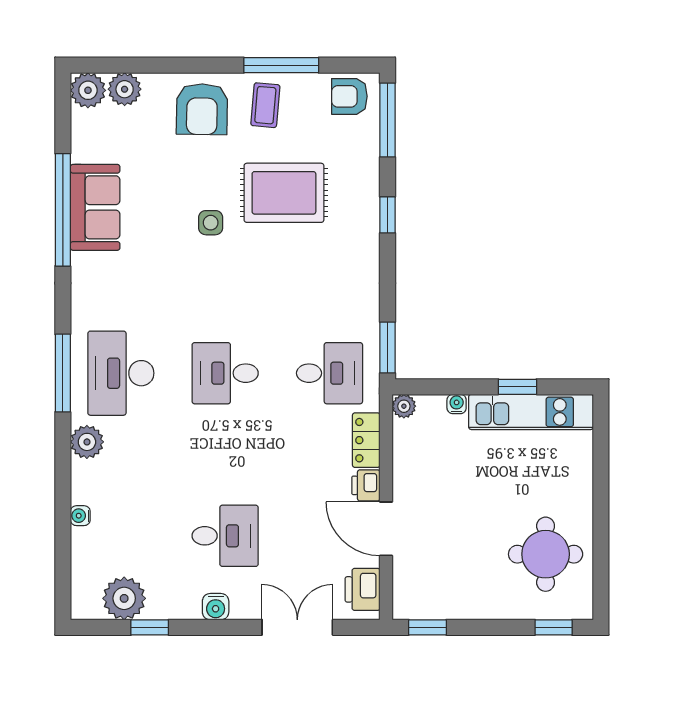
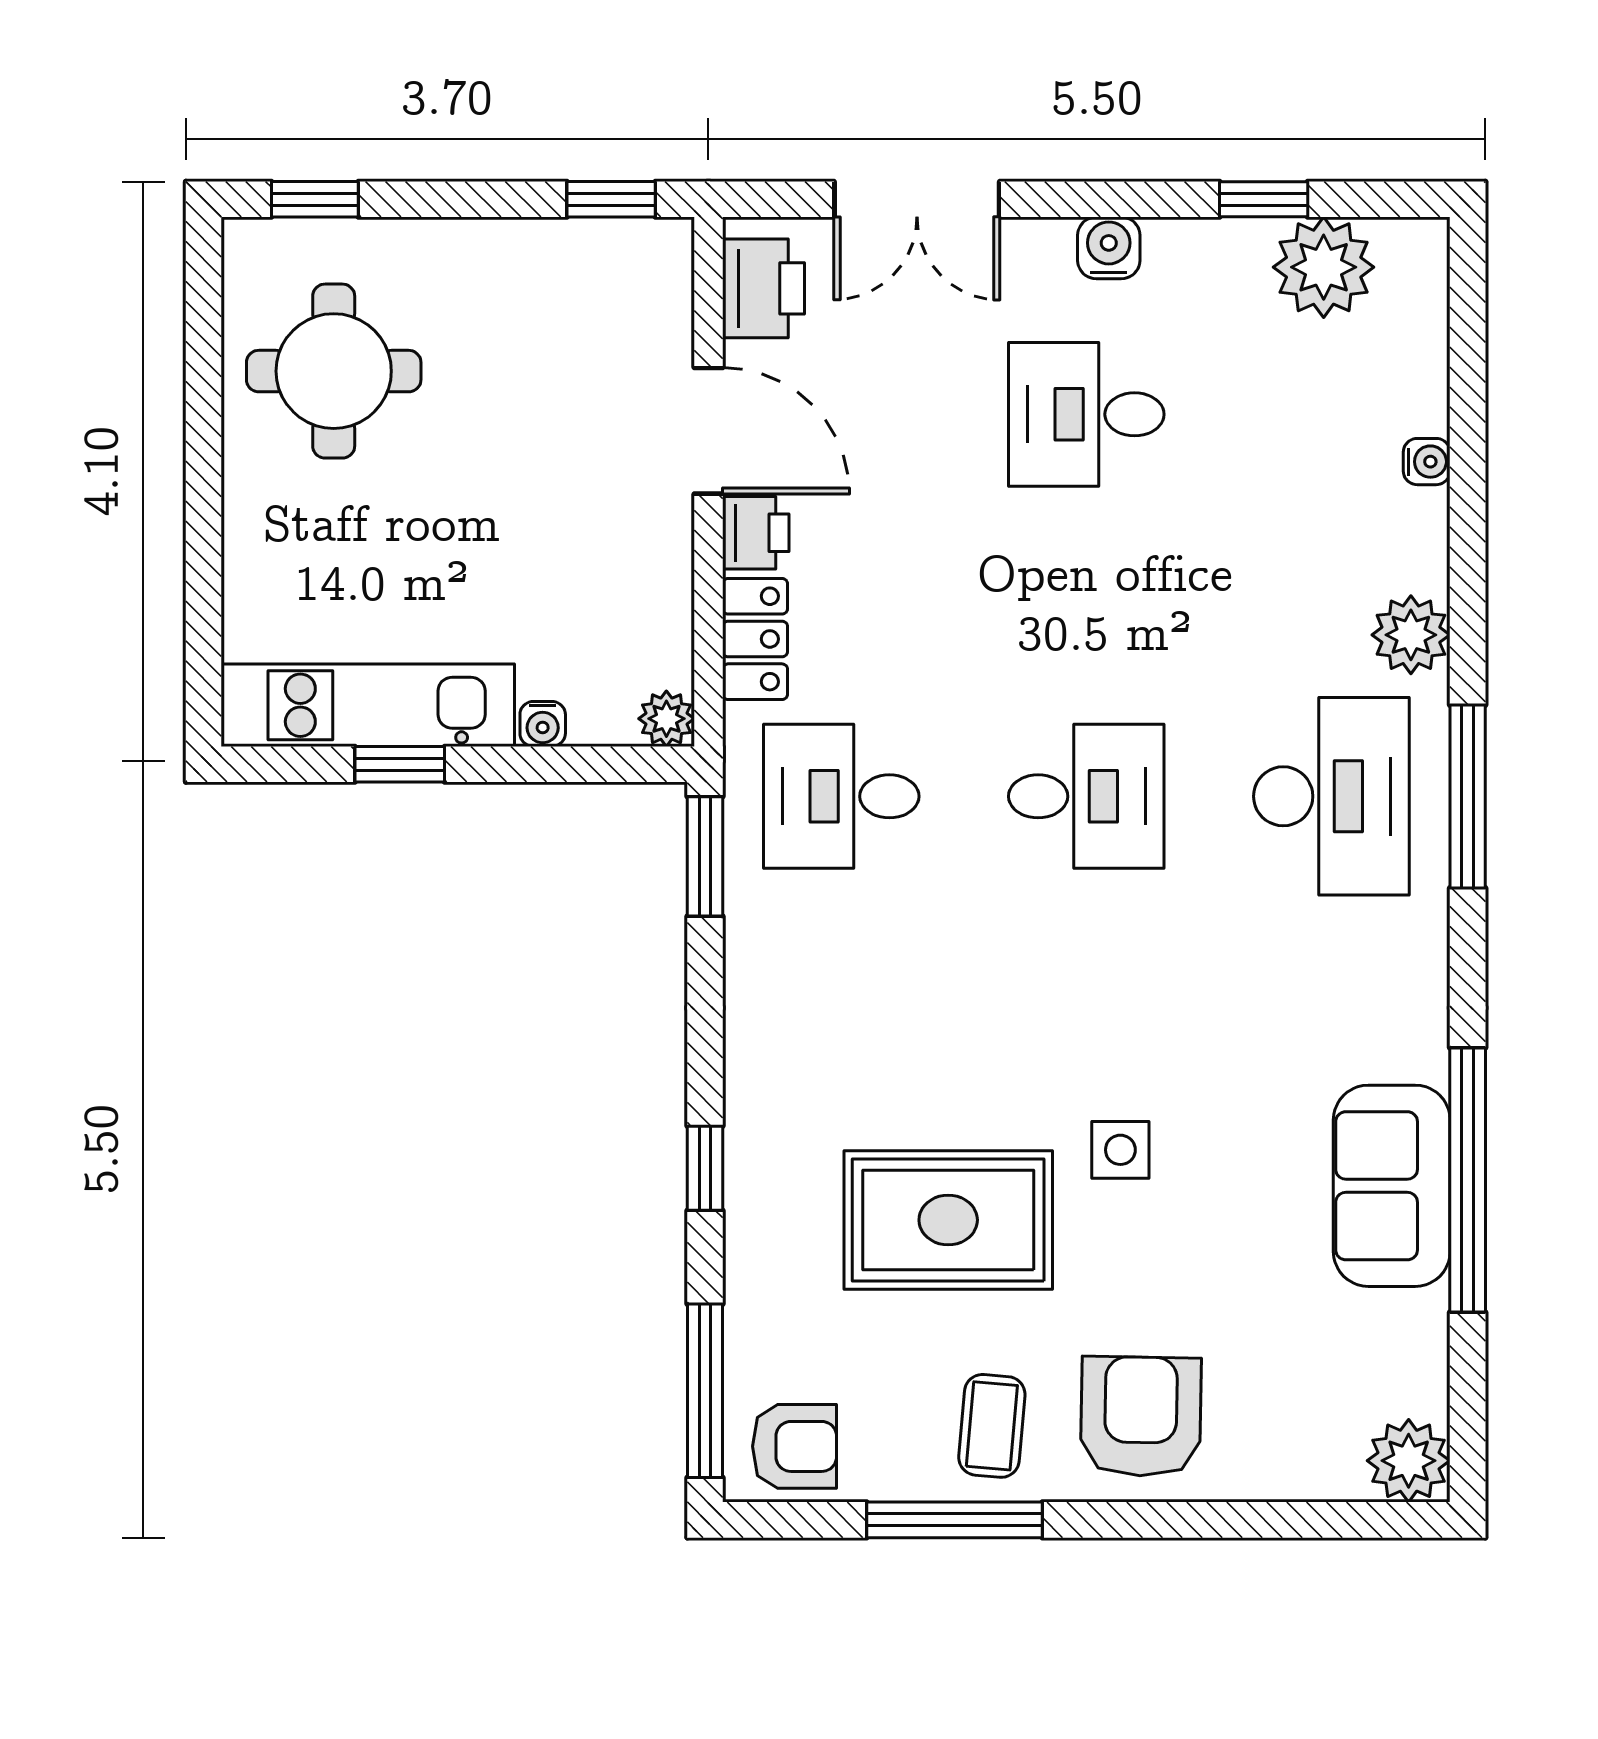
plant: (125, 89) -> (1323, 1463), removed

